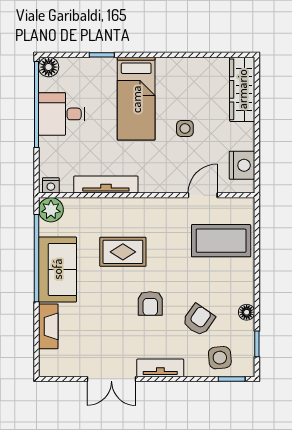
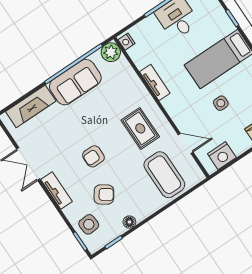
tv unit: (106, 185) -> (155, 83), width x0.71
rug: (123, 252) -> (140, 128), moved
fireplace: (48, 326) -> (31, 106), width x1.37, depth x1.32

